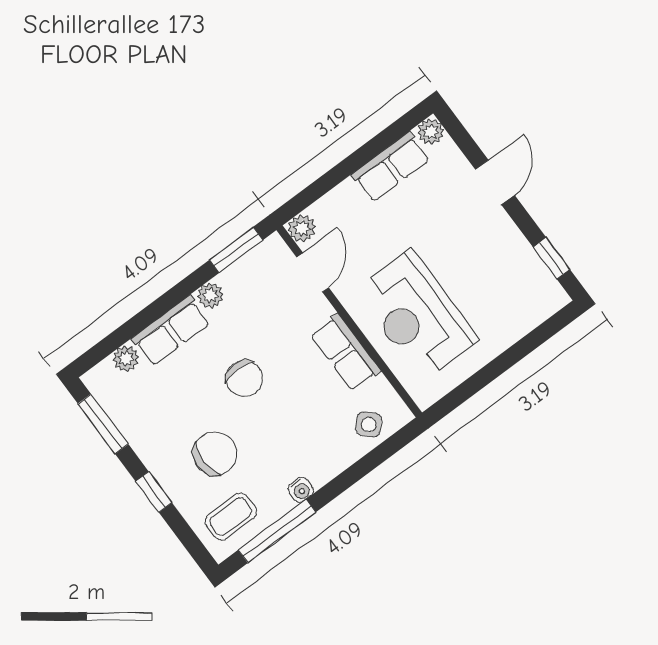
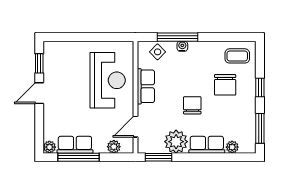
window: (369, 151) -> (79, 157), added
door: (495, 182) -> (39, 93), moved
plant: (302, 228) -> (114, 147), moved
plant: (210, 295) -> (176, 142), width x1.87, depth x1.87
chair: (215, 453) -> (225, 85), turned -90
water cooler: (301, 490) -> (182, 46), moved
window: (277, 531) -> (178, 37), moved

